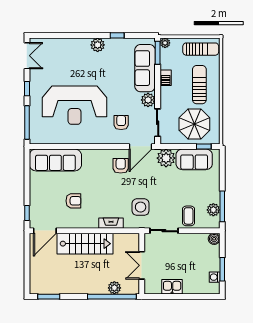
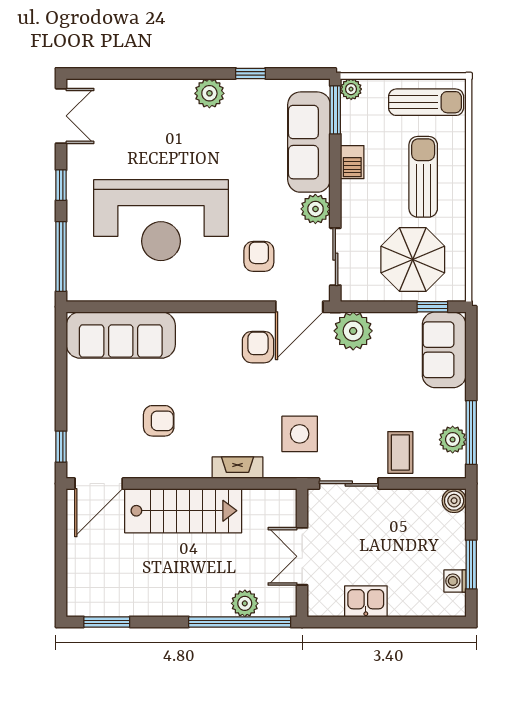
sofa: (194, 159) -> (444, 350), moved, turned 90

